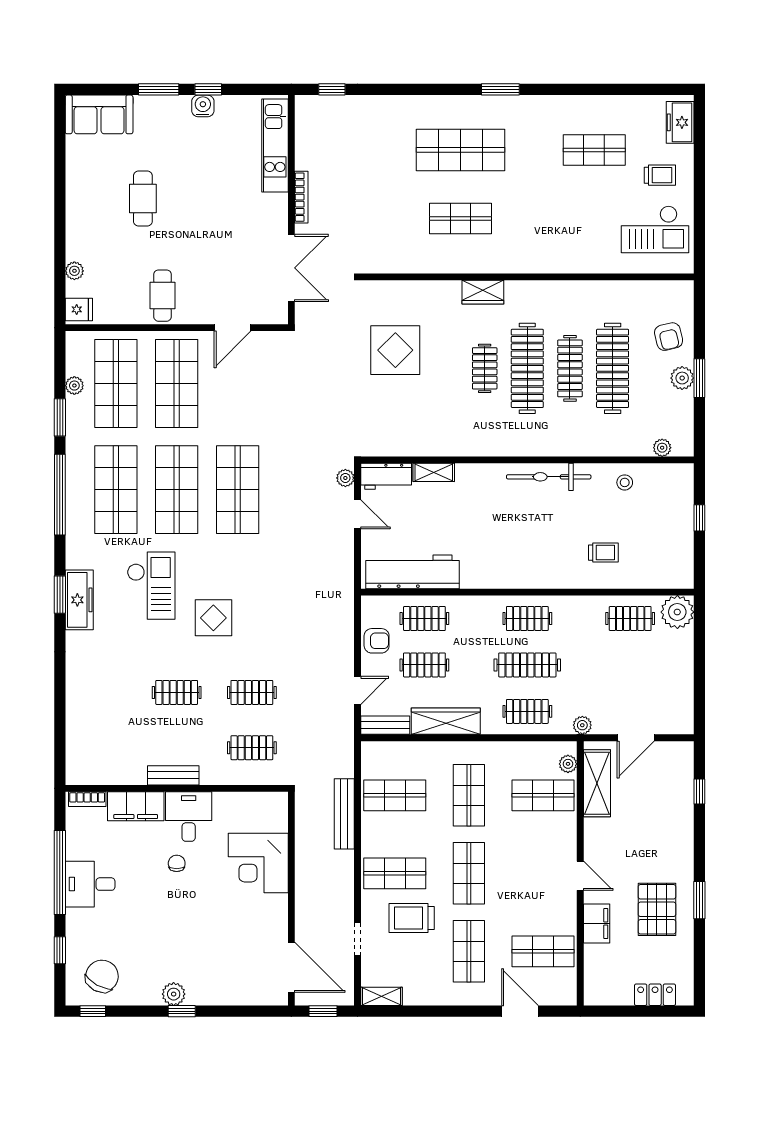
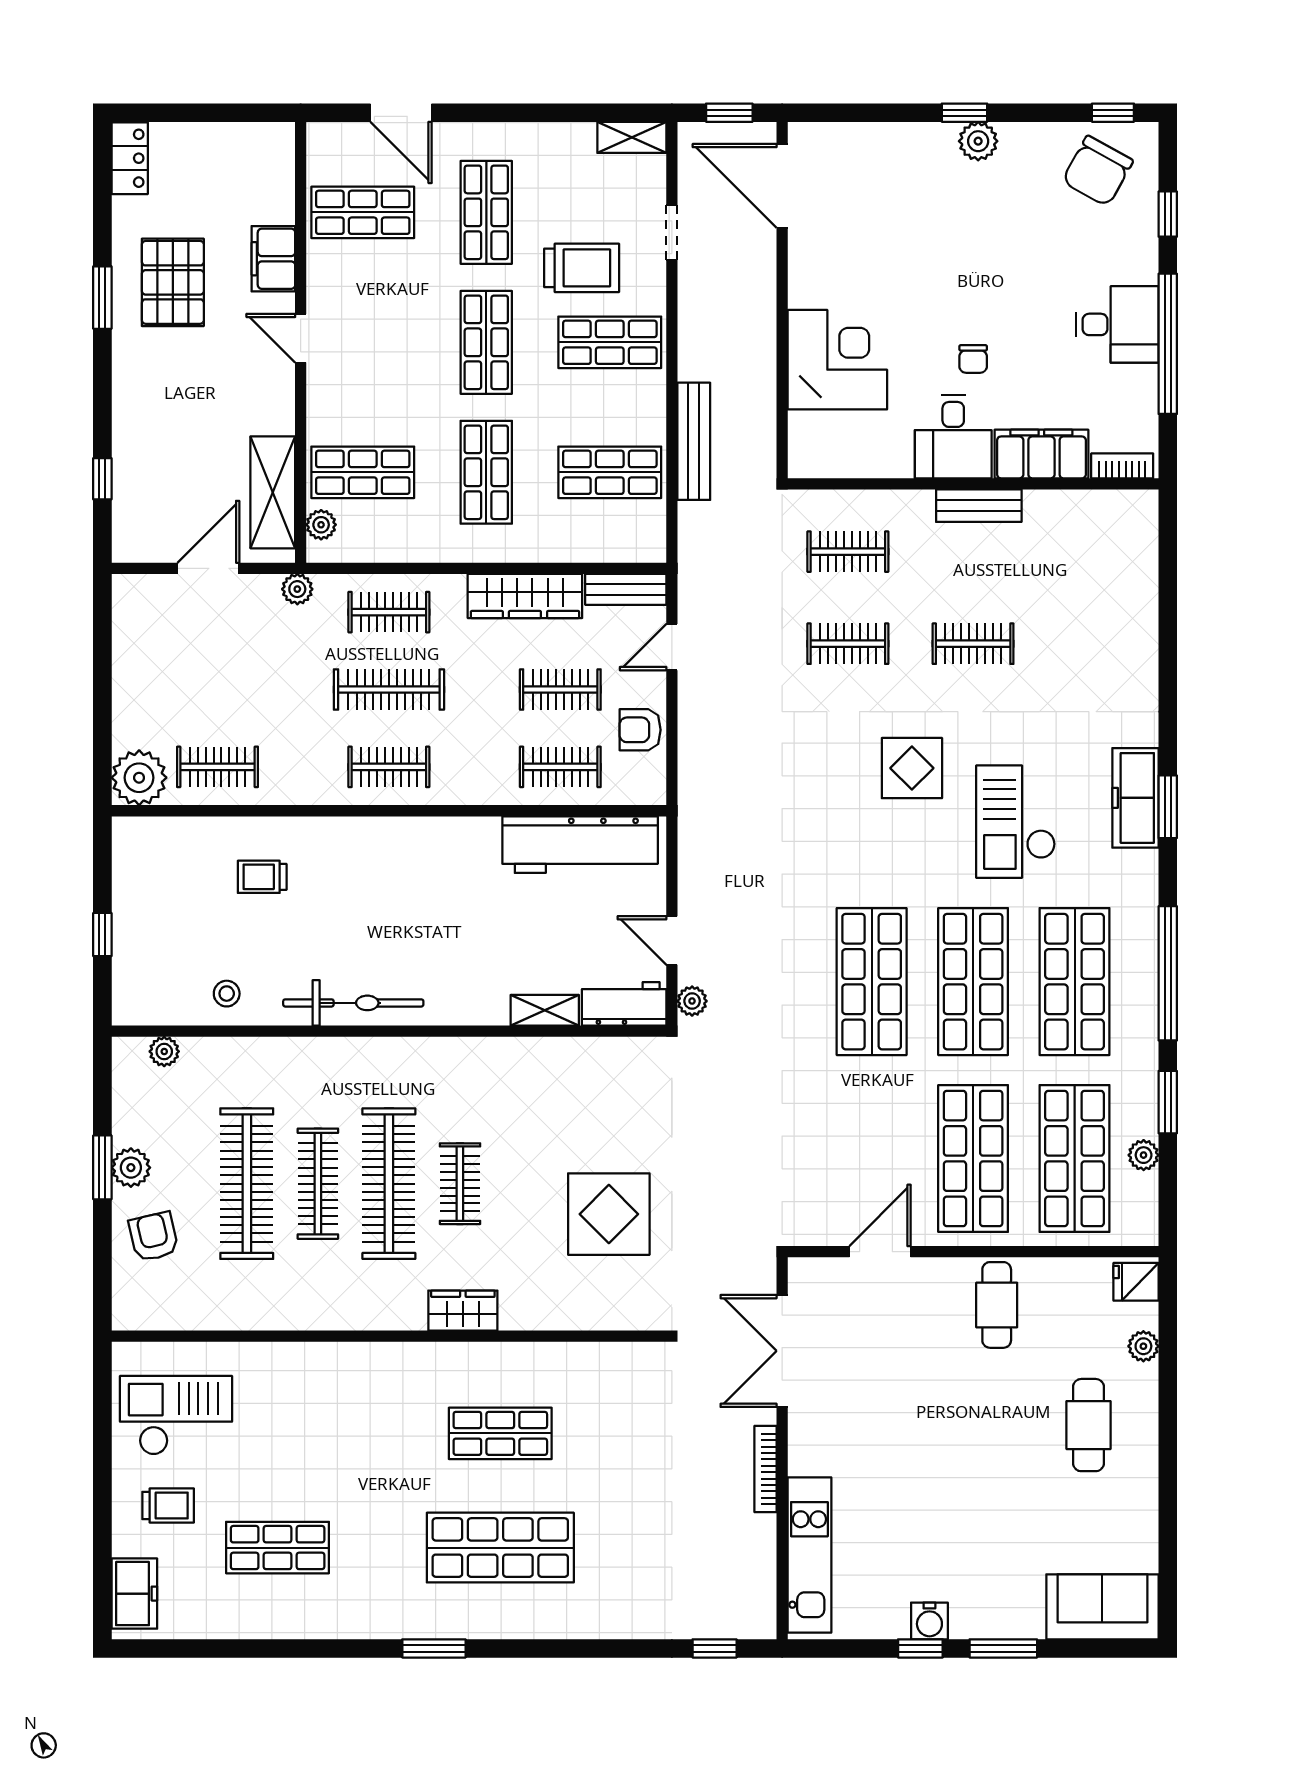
trolley: (660, 175) -> (168, 1505), turned 180
cafe table: (143, 199) -> (1088, 1425), moved
locker: (655, 995) -> (130, 158), moved, turned -90

